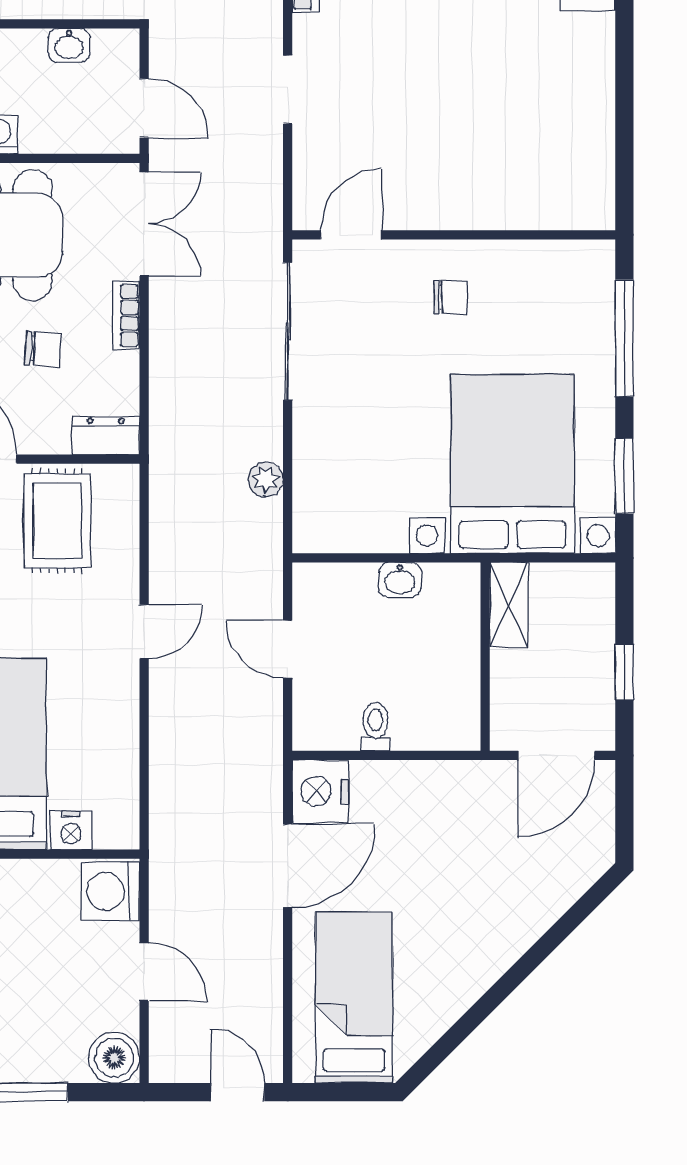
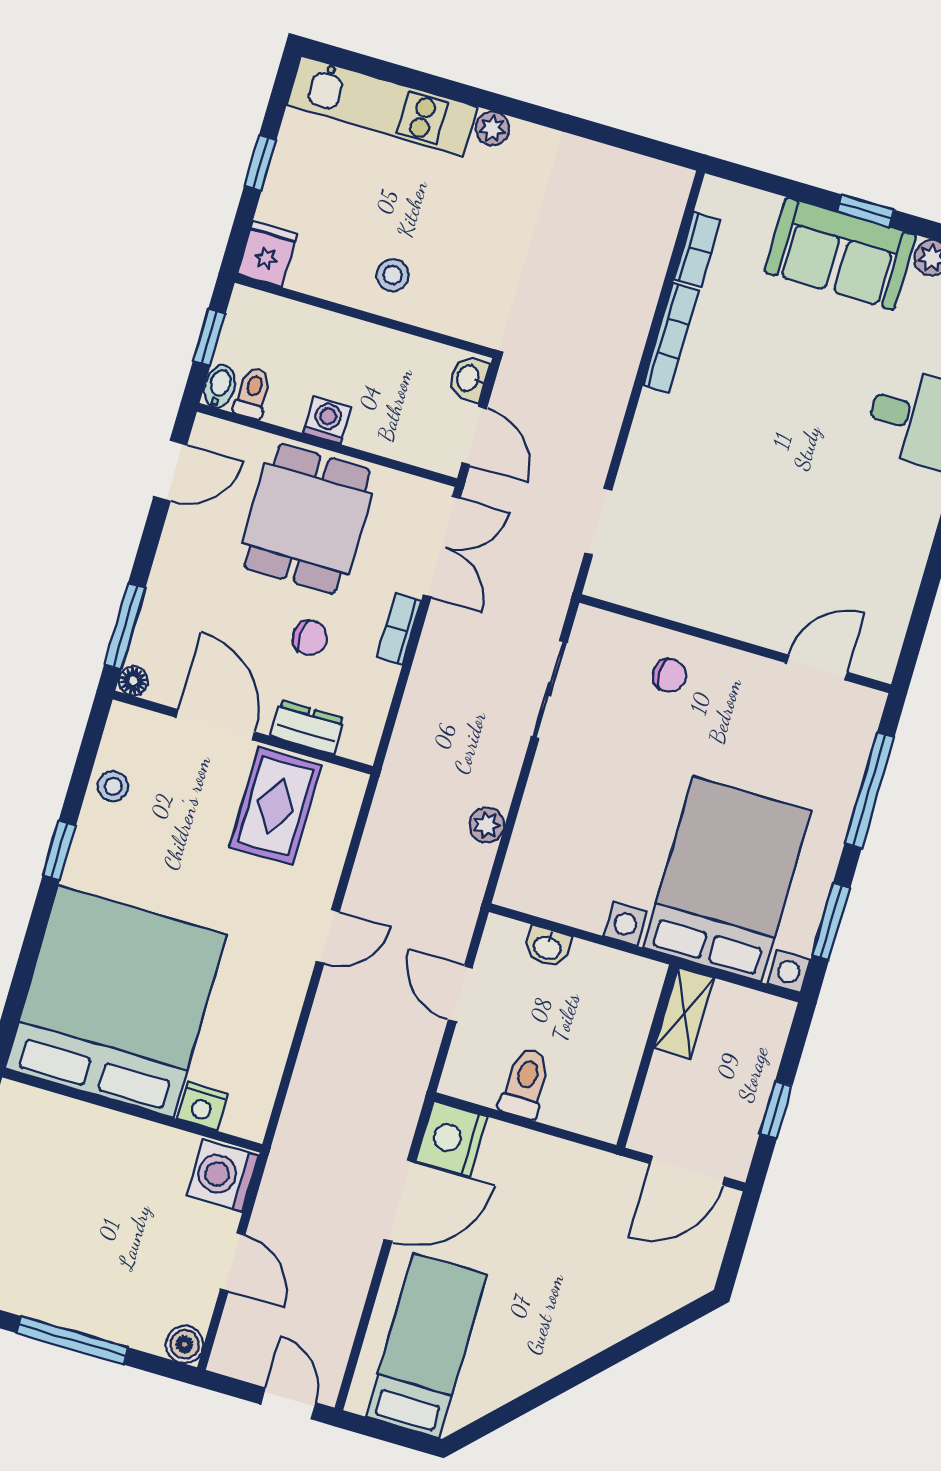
washbasin: (69, 45) -> (469, 378), moved, turned 90
doorway: (288, 90) -> (598, 521), moved
door: (351, 235) -> (817, 667), moved
chair: (451, 297) -> (670, 675), moved
sliding door: (288, 331) -> (549, 689), width x0.73
dresser: (106, 436) -> (307, 727), moved
washbasin: (400, 580) -> (547, 947), moved
toilet: (375, 727) -> (525, 1083), width x1.37, depth x1.39
boiler: (114, 1058) -> (184, 1344), width x0.73, depth x0.73

